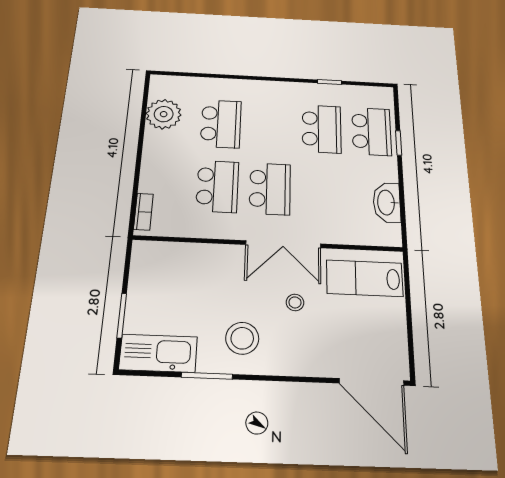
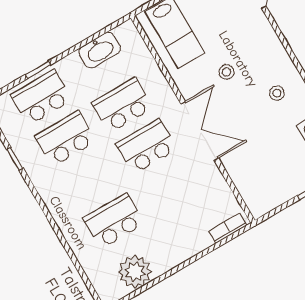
school desk: (217, 186) -> (122, 105), moved
double door: (283, 244) -> (200, 131), moved
stool: (242, 338) -> (277, 93), width x0.53, depth x0.53

